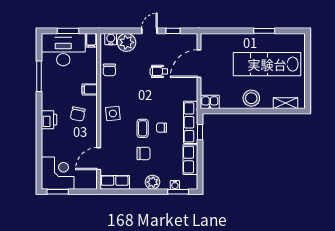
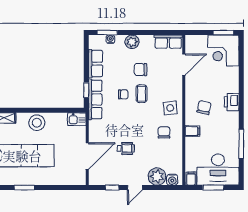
chair: (109, 70) -> (164, 132), moved

